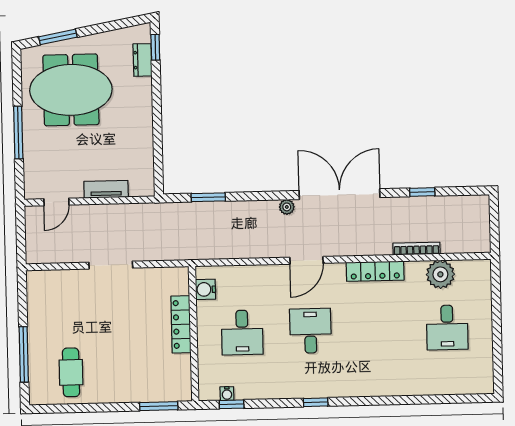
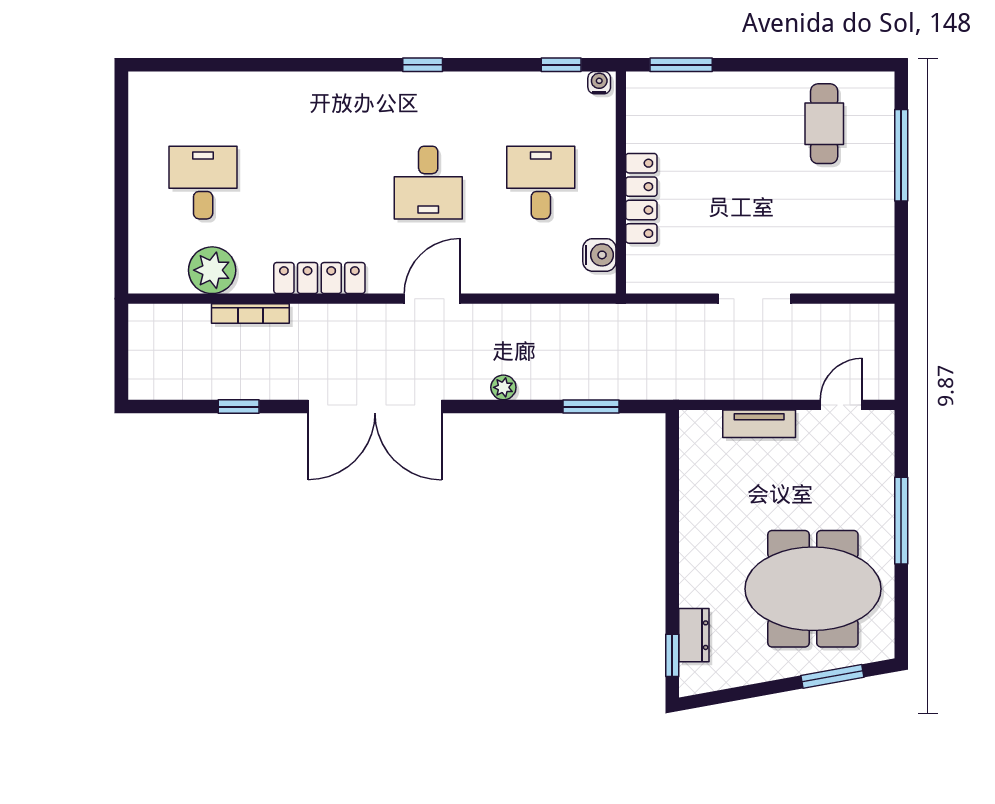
plant: (287, 207) -> (503, 387), moved
water cooler: (227, 394) -> (599, 83), moved

